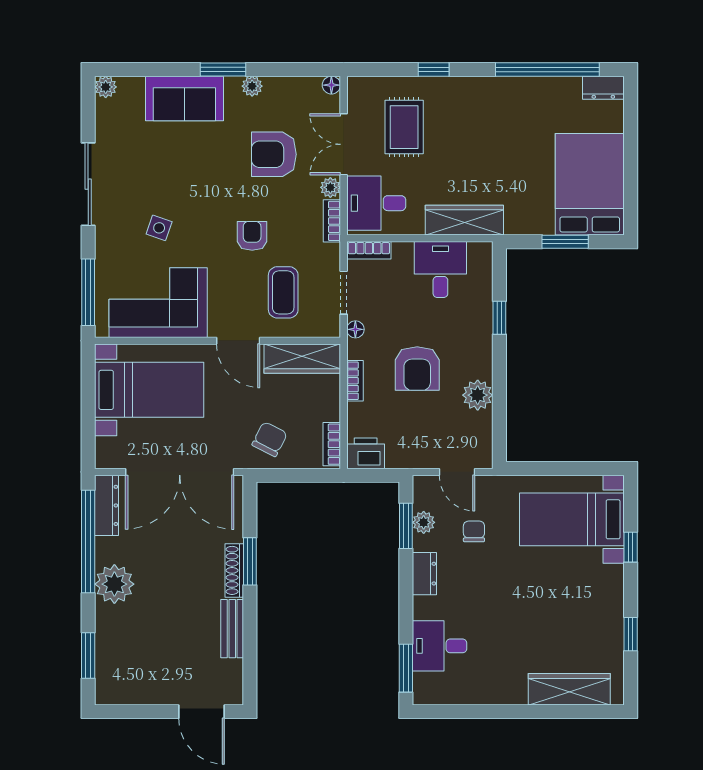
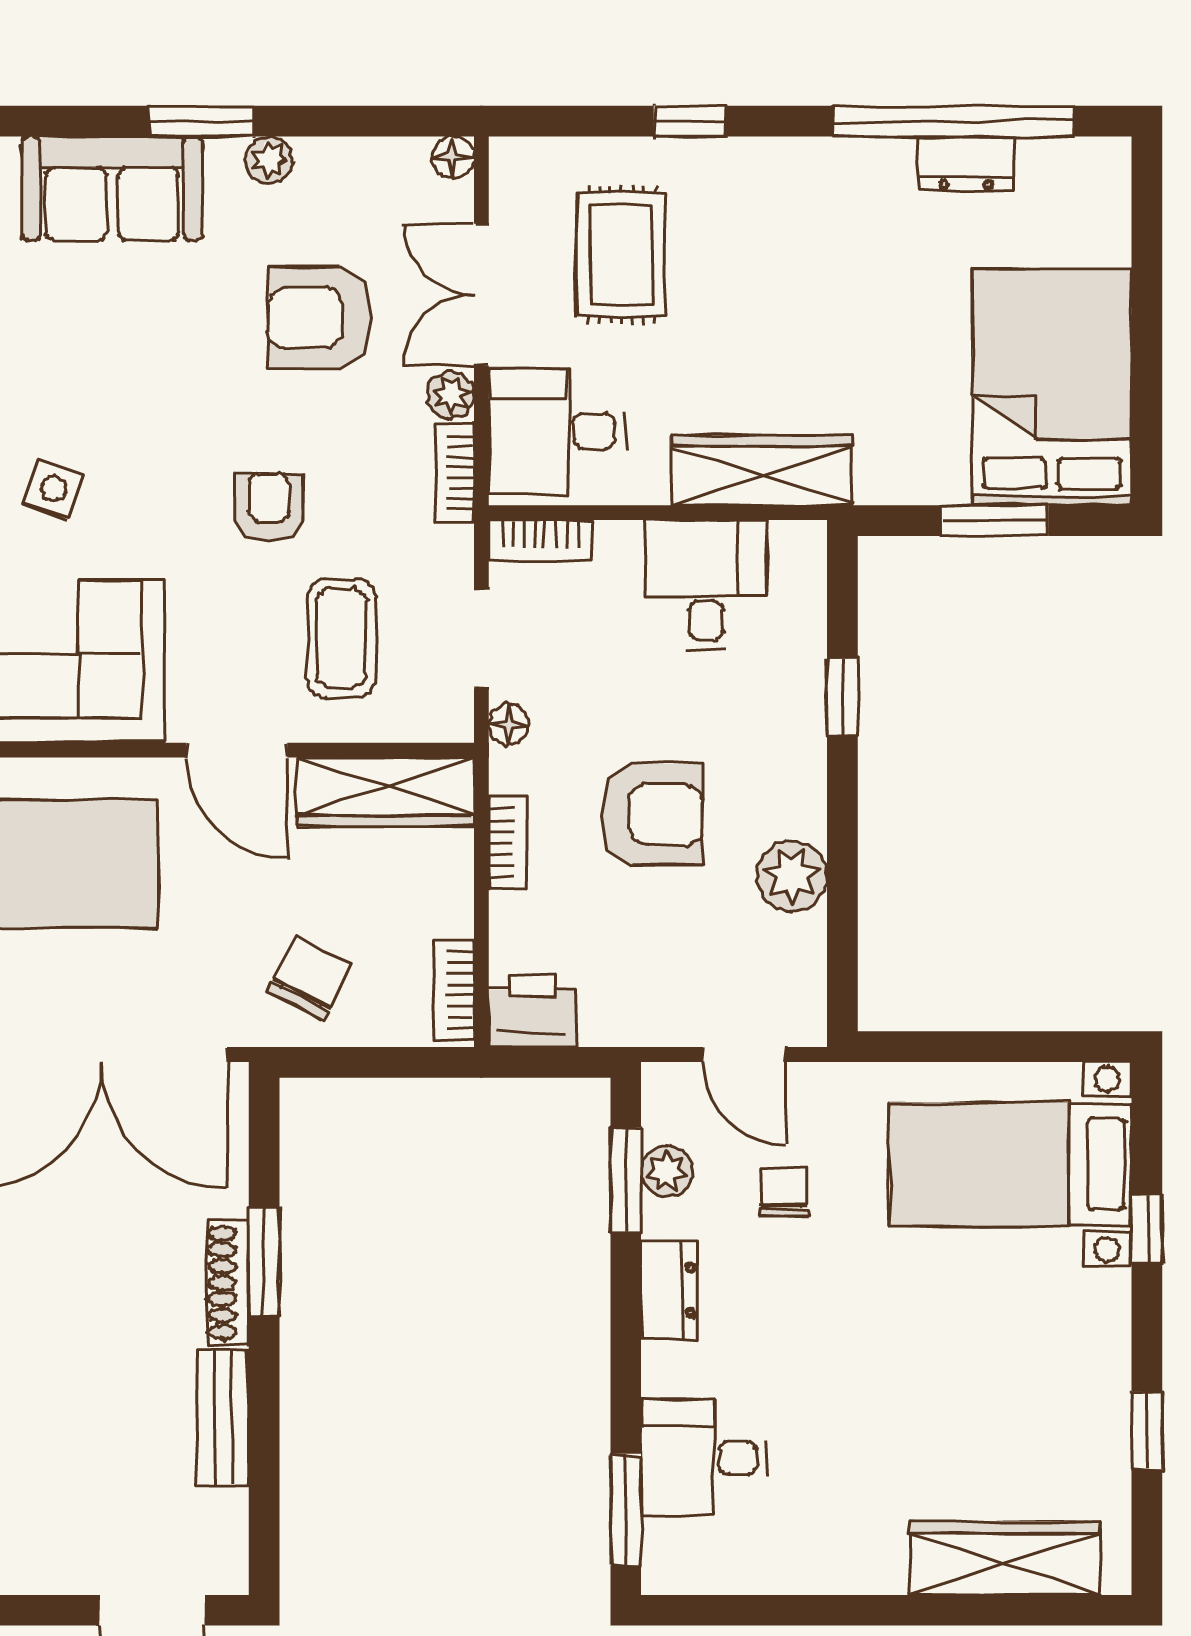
dresser: (603, 88) -> (966, 163), moved
armchair: (417, 369) -> (652, 815), turned -90

